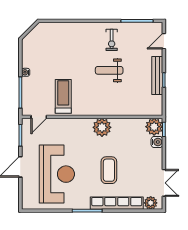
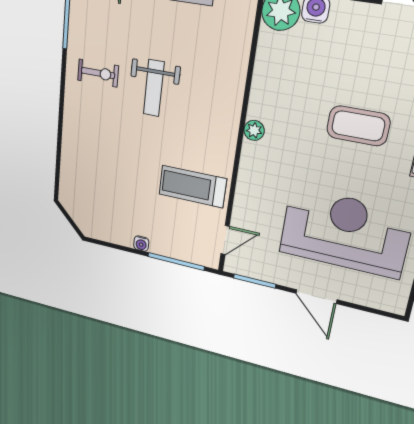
door: (39, 117) -> (225, 240), hinge flipped
plant: (102, 127) -> (254, 130), width x0.53, depth x0.53

